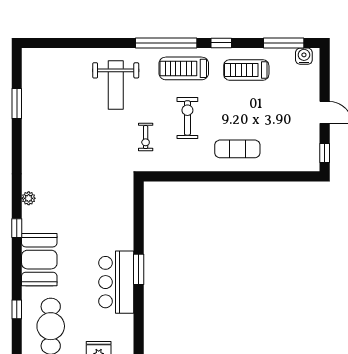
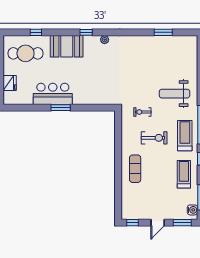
window: (325, 73) -> (182, 223), added

